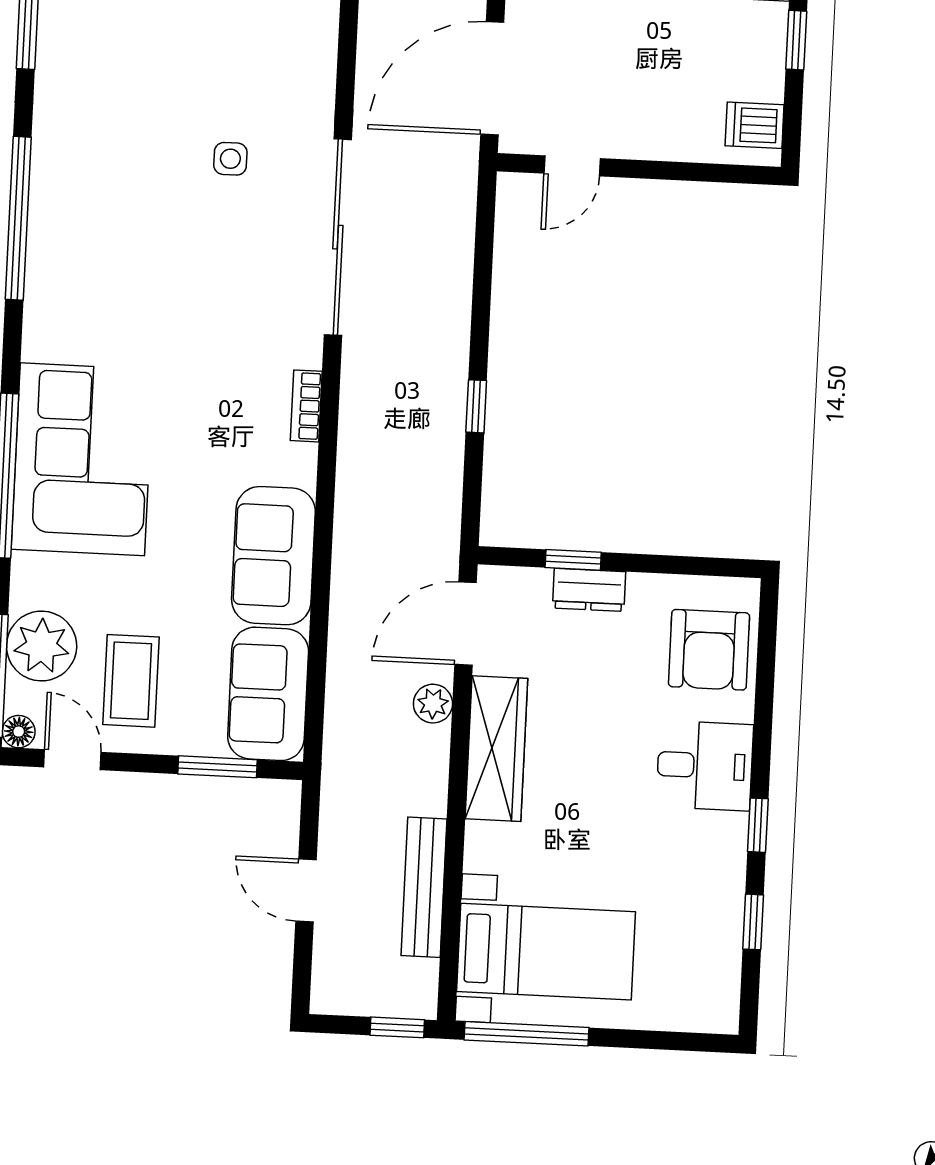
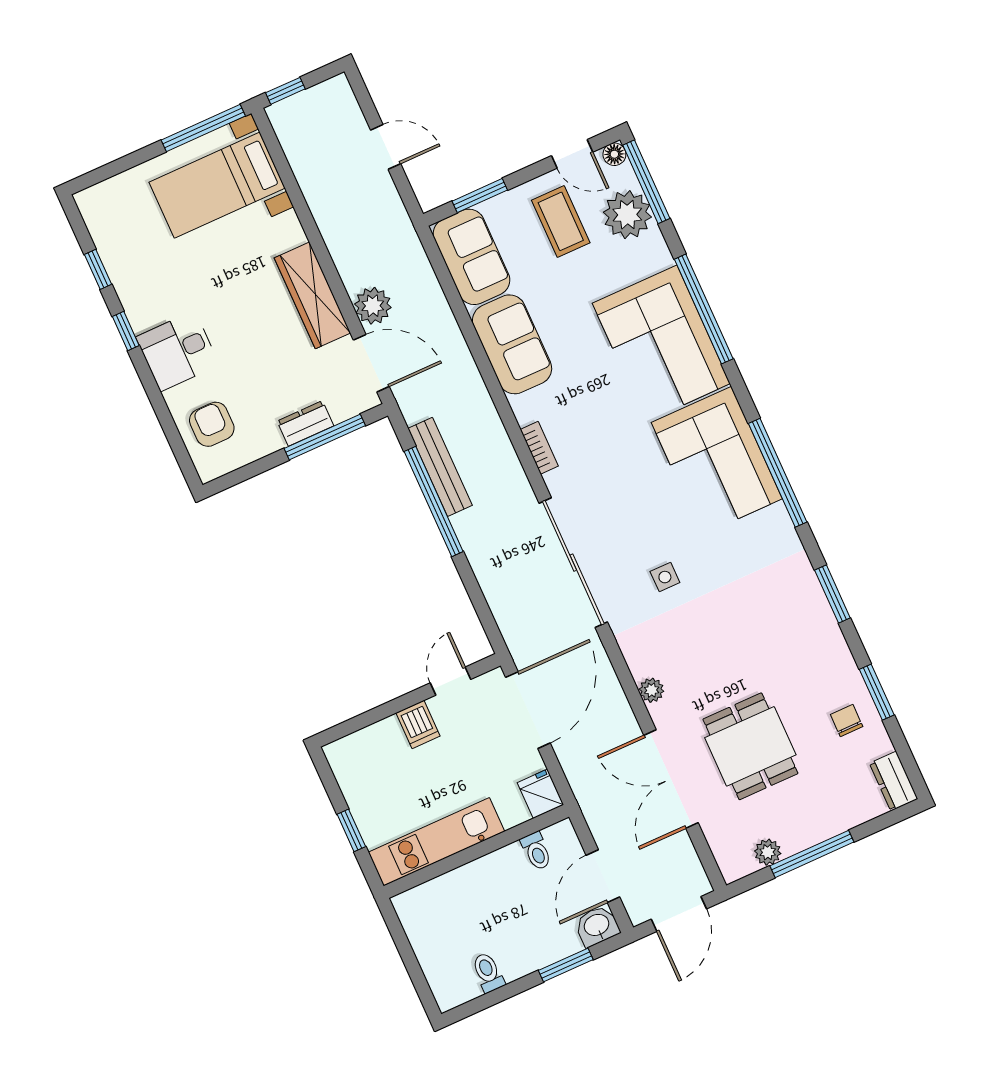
plant: (321, 23) -> (652, 690), added
dishwasher: (755, 125) -> (418, 724), moved, turned 90
corner sofa: (88, 274) -> (717, 461), added
window: (476, 406) -> (434, 501), width x3.17
window: (573, 560) -> (325, 437), width x2.17
door: (466, 624) -> (371, 363), hinge flipped
armchair: (709, 650) -> (212, 424), width x0.72, depth x0.72
plant: (433, 704) -> (373, 306), width x1.38, depth x1.38
bench: (424, 887) -> (440, 467), moved

